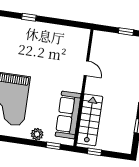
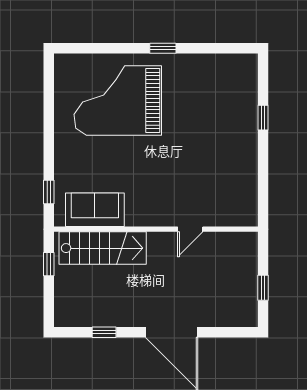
sofa: (68, 115) -> (95, 210), width x0.73
plant: (37, 134) -> (65, 161), removed

